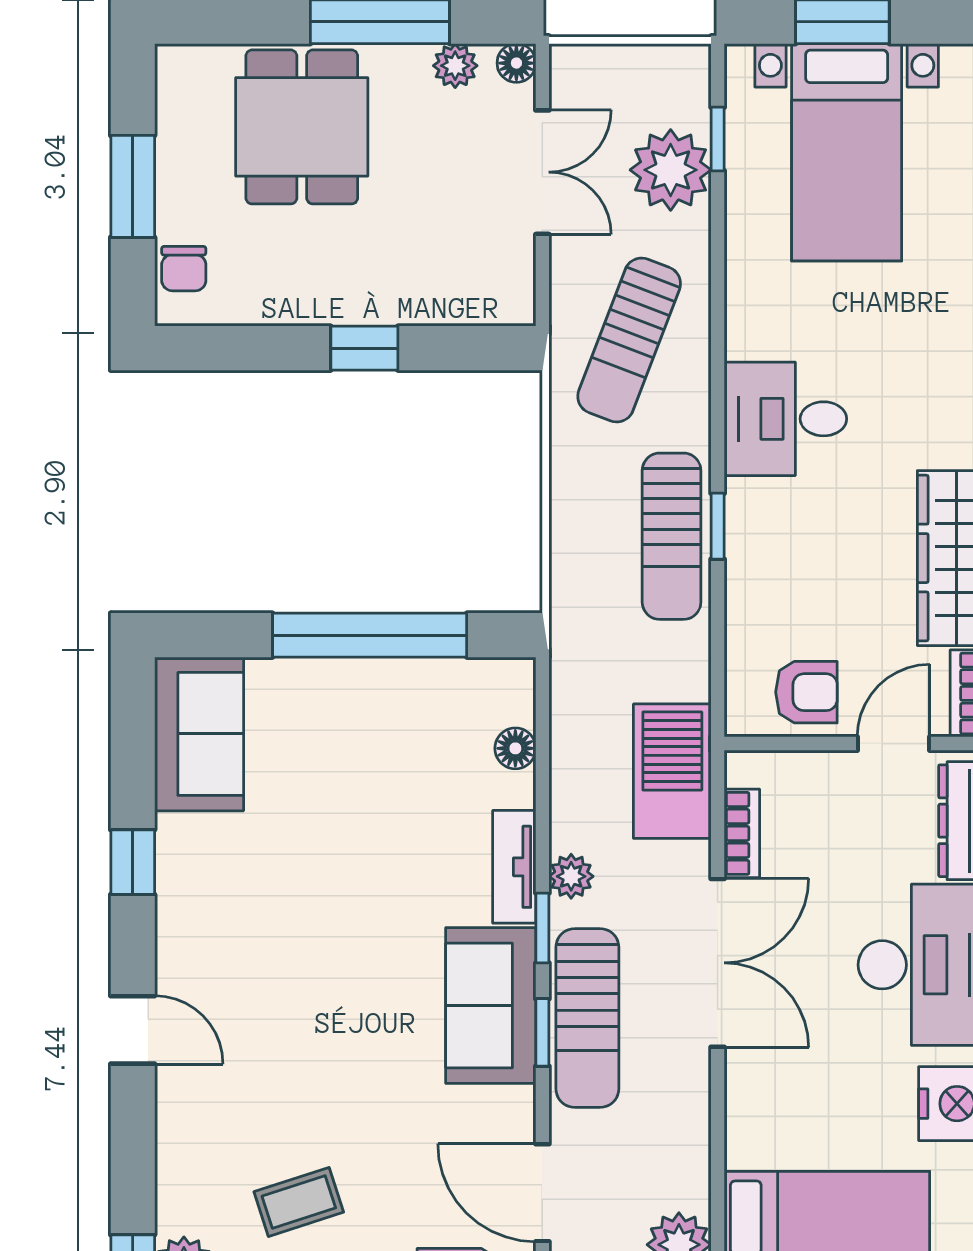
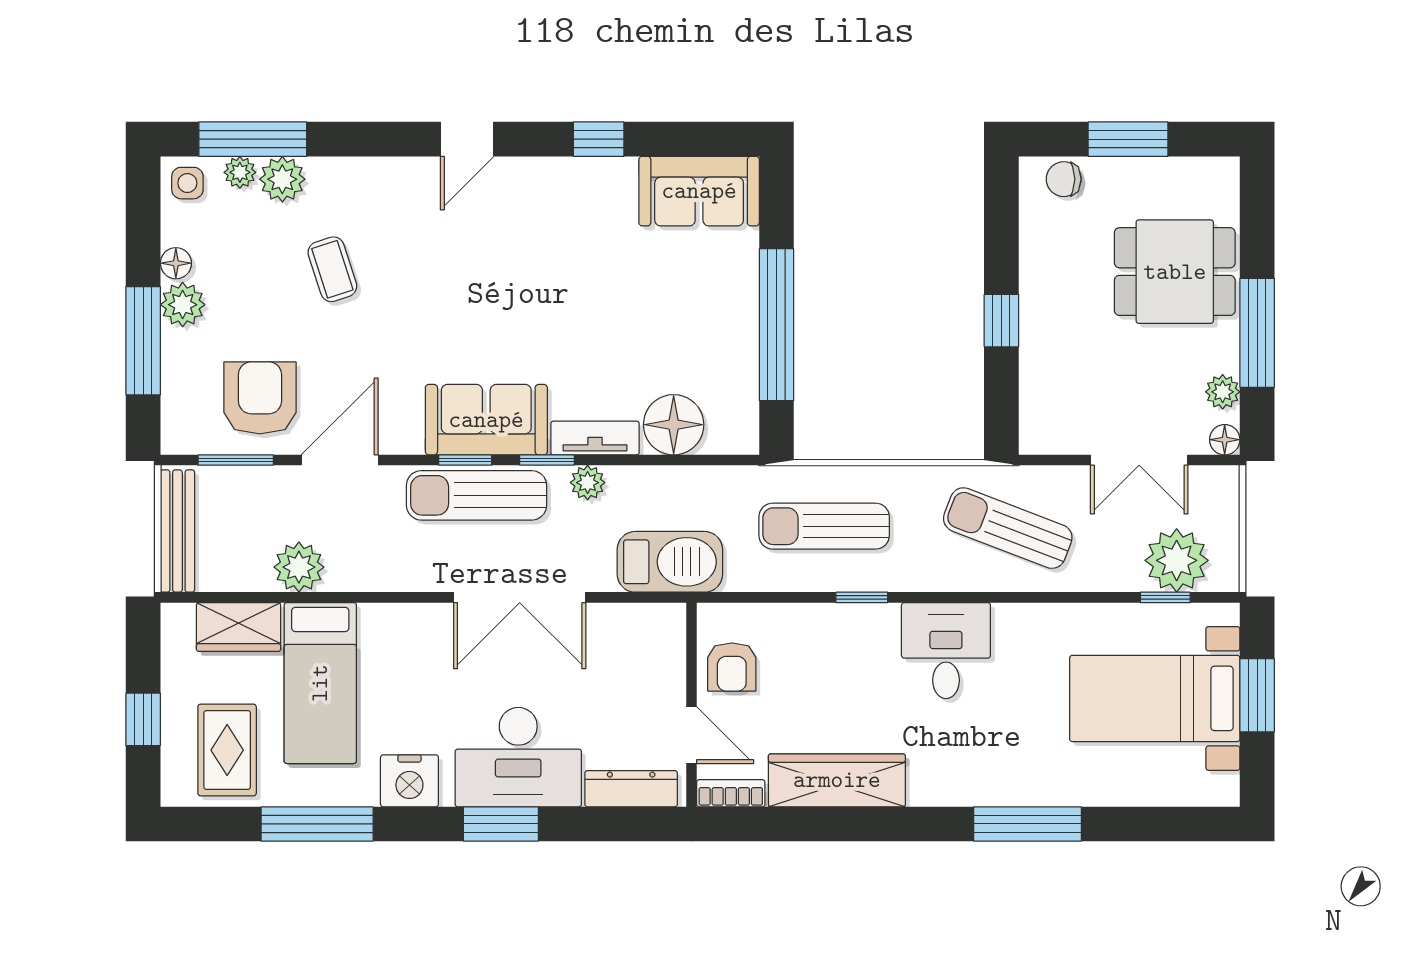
plant: (671, 170) -> (1177, 560), moved
sun lounger: (672, 536) -> (824, 526), moved
floor lamp: (515, 748) -> (674, 425), width x1.89, depth x1.89
bookcase: (742, 833) -> (621, 616), removed

